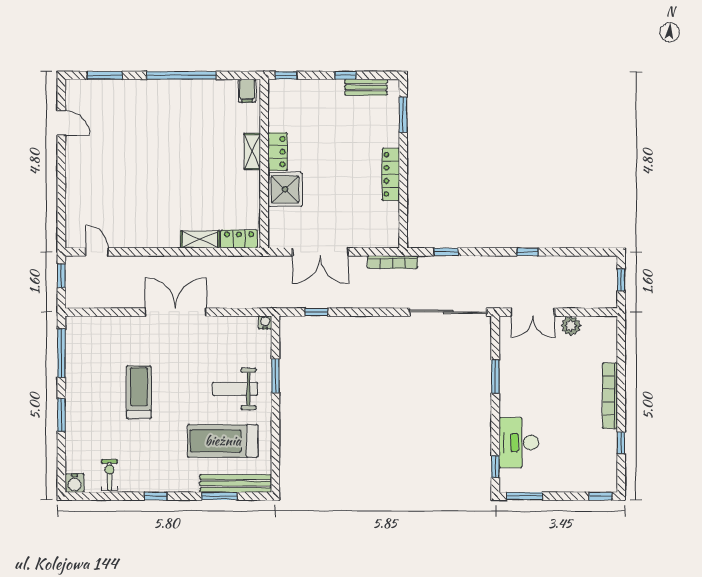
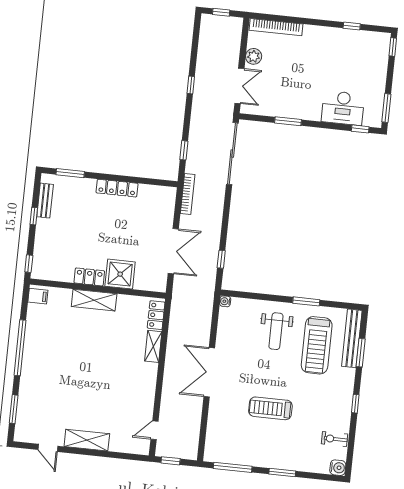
door: (61, 123) -> (48, 448), swing flipped
shelving: (252, 152) -> (94, 300), width x1.50, depth x1.33
shelving: (76, 170) -> (87, 440), added
window: (275, 376) -> (306, 301), moved
bookcase: (610, 396) -> (276, 27), moved

